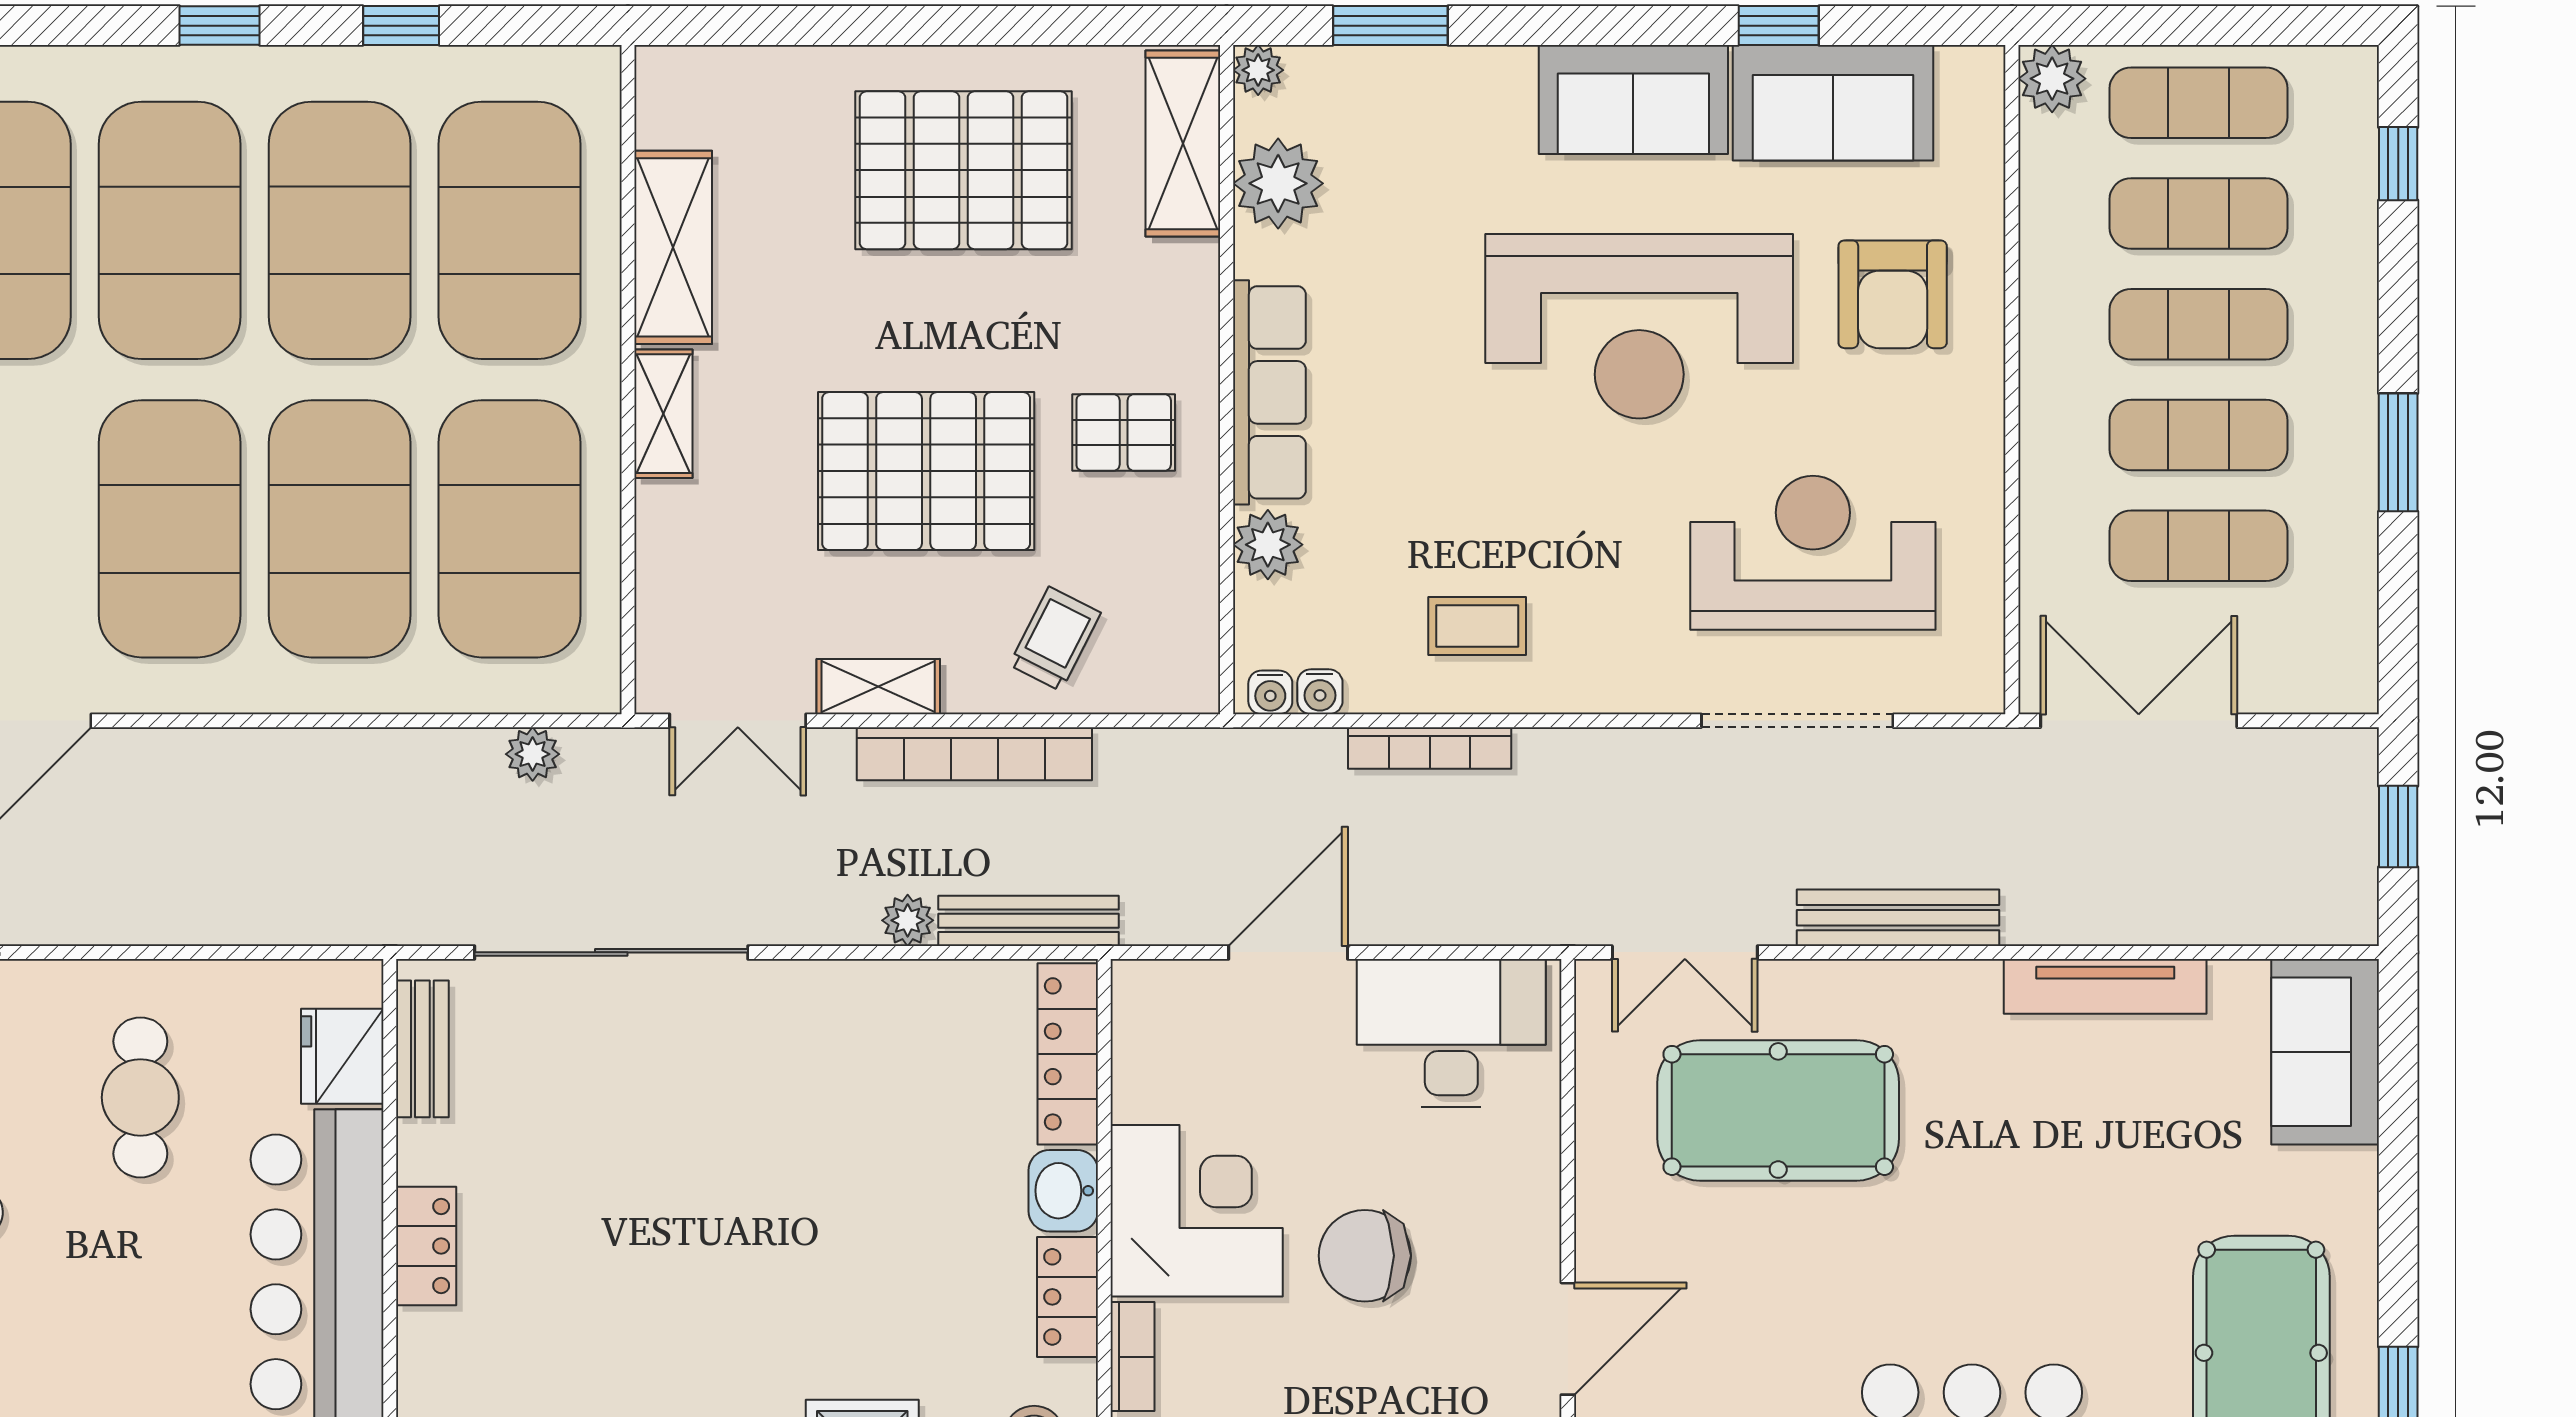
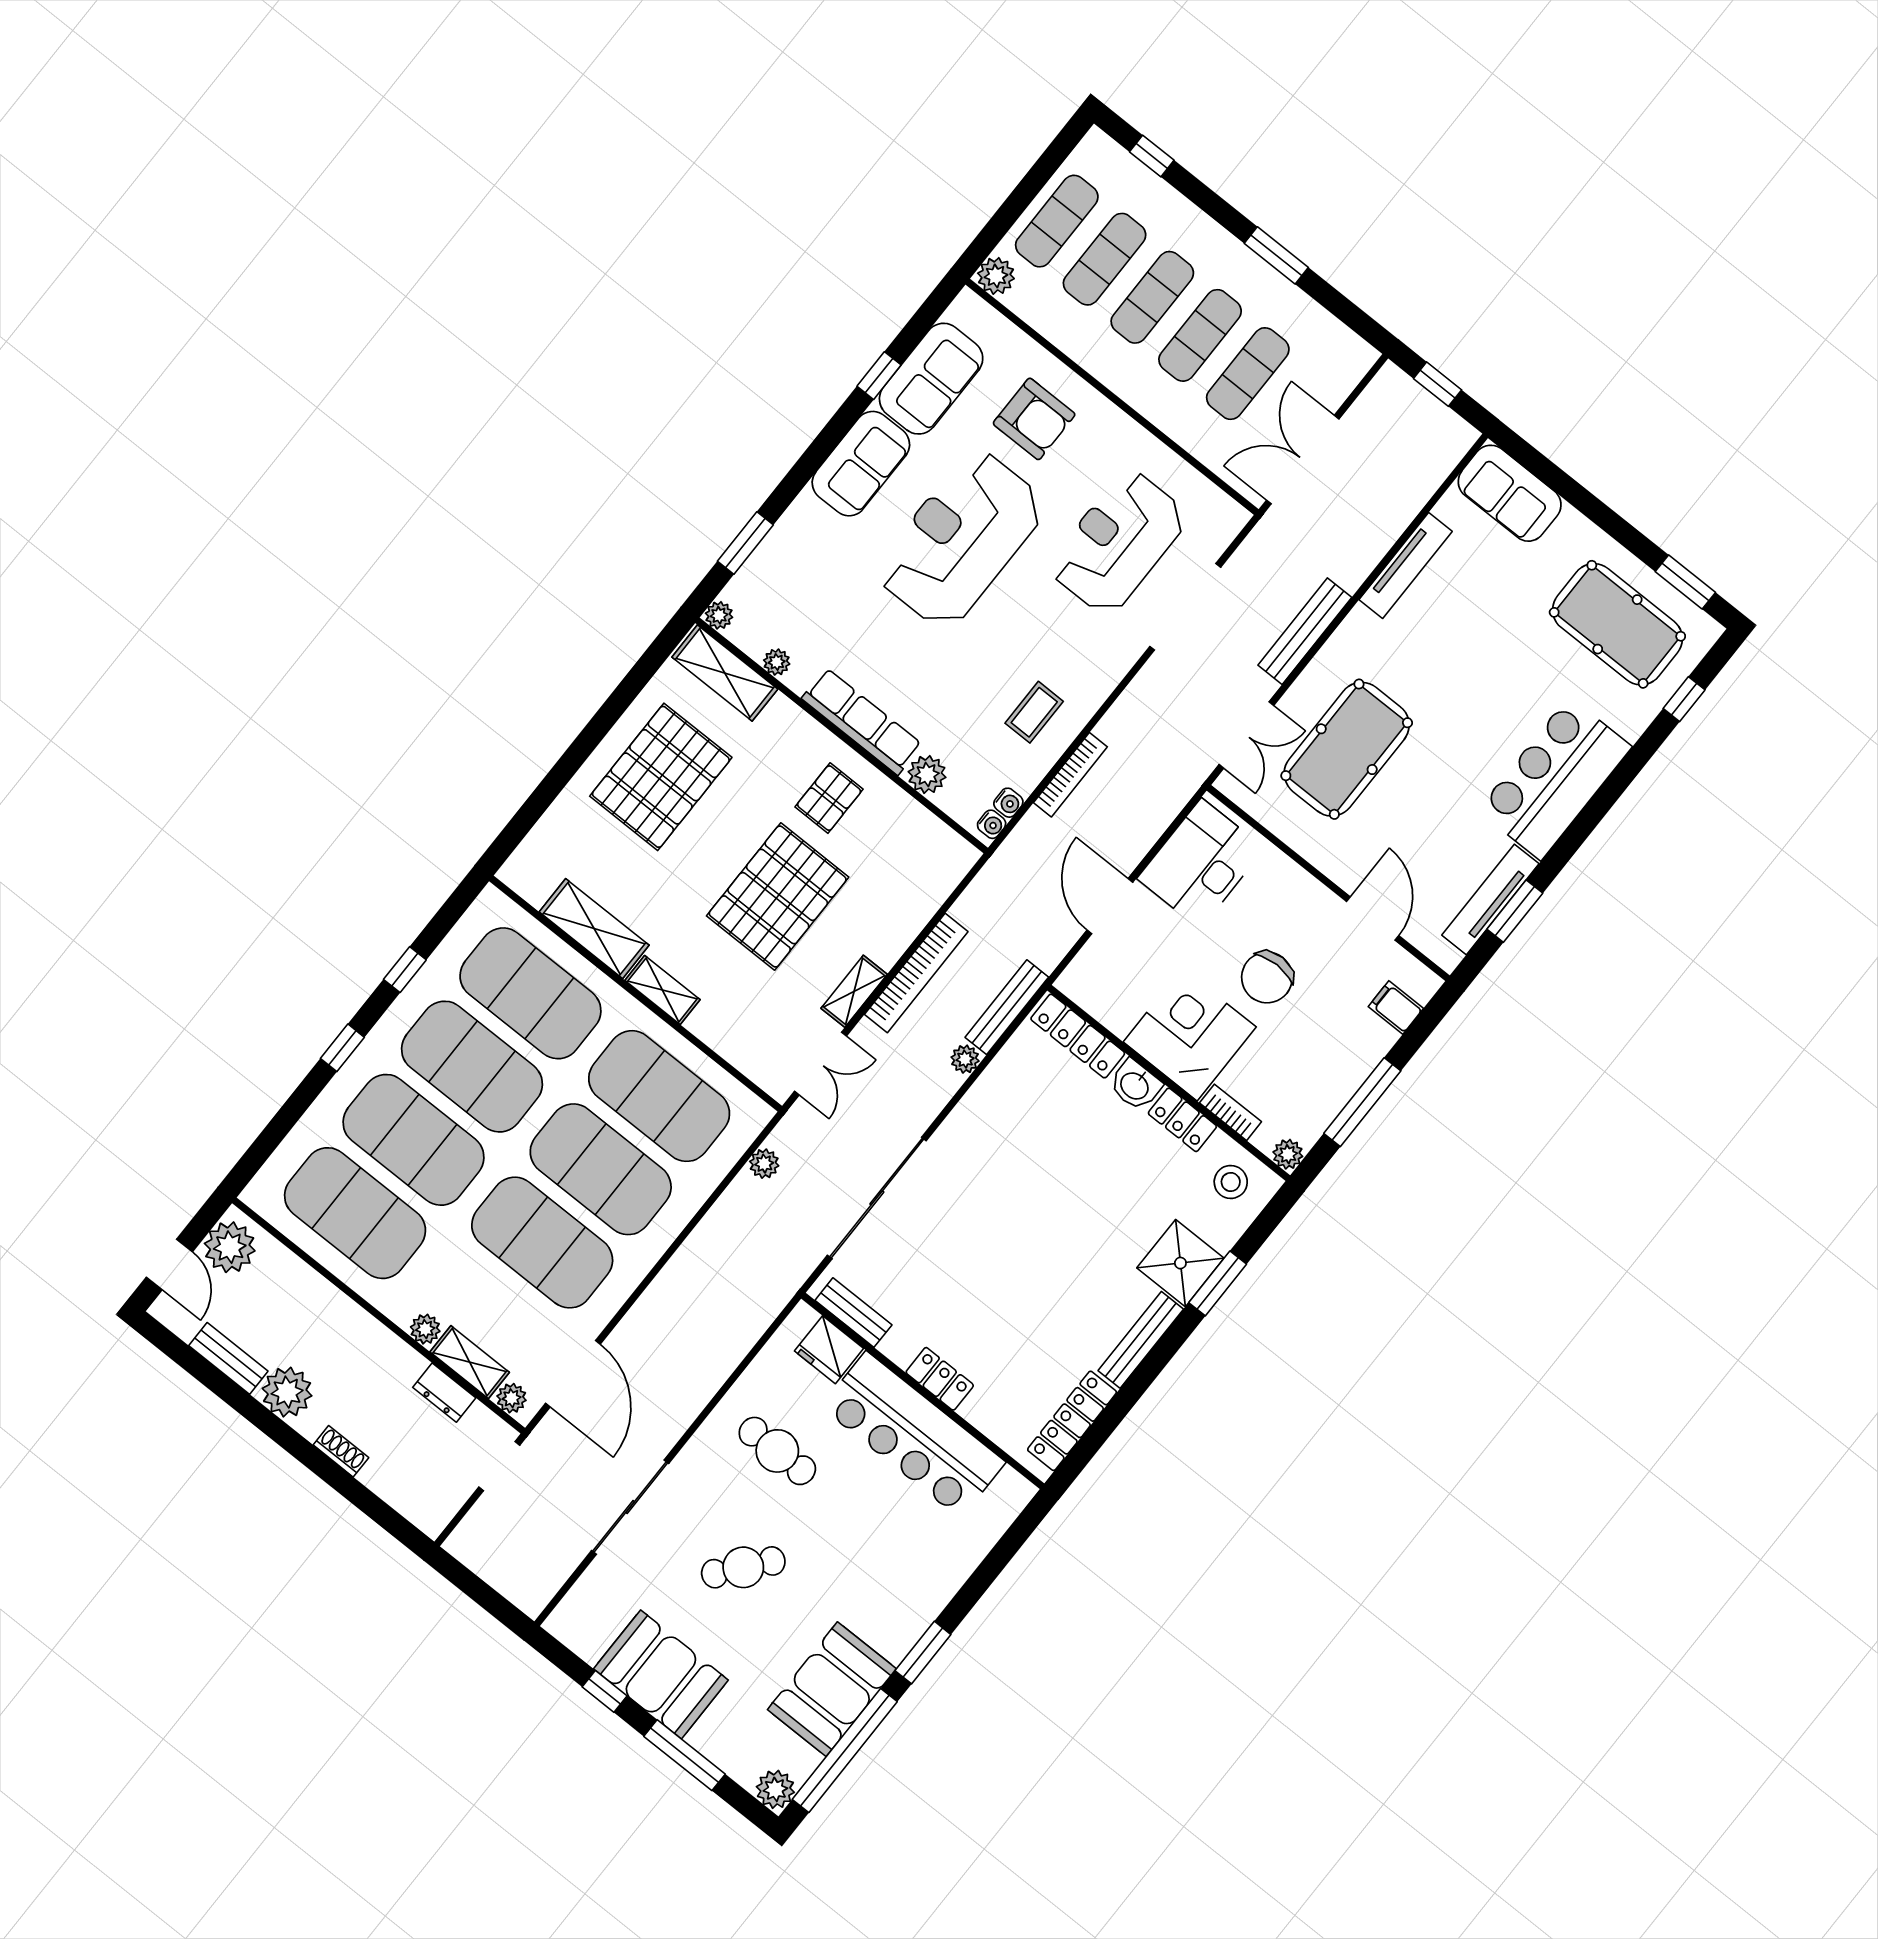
plant: (1278, 183) -> (777, 662), width x0.53, depth x0.53
reception desk: (1639, 326) -> (961, 539), turned 180
trolley: (1055, 639) -> (894, 899), removed

